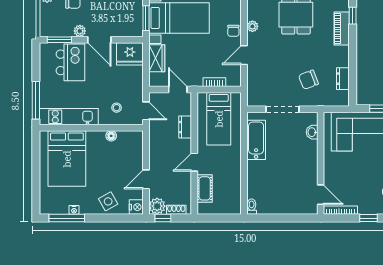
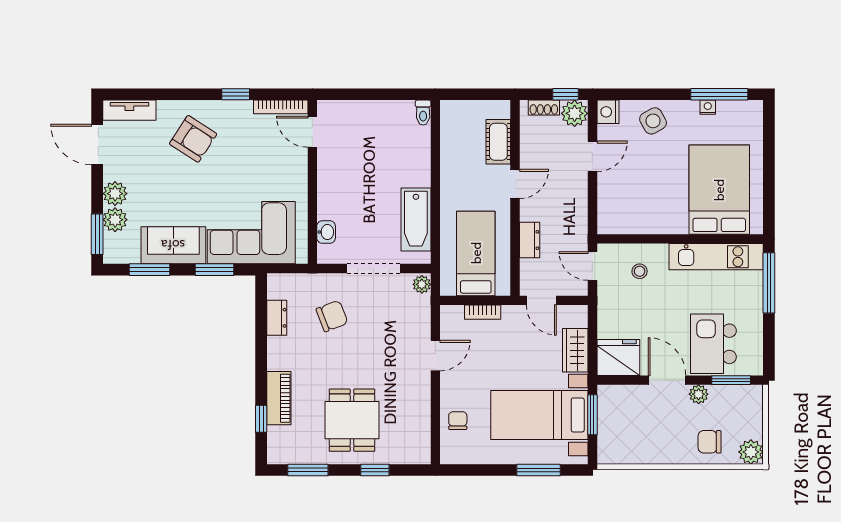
plant: (252, 26) -> (422, 284), moved
chair: (233, 31) -> (458, 421), moved
floor lamp: (111, 136) -> (648, 226), removed

